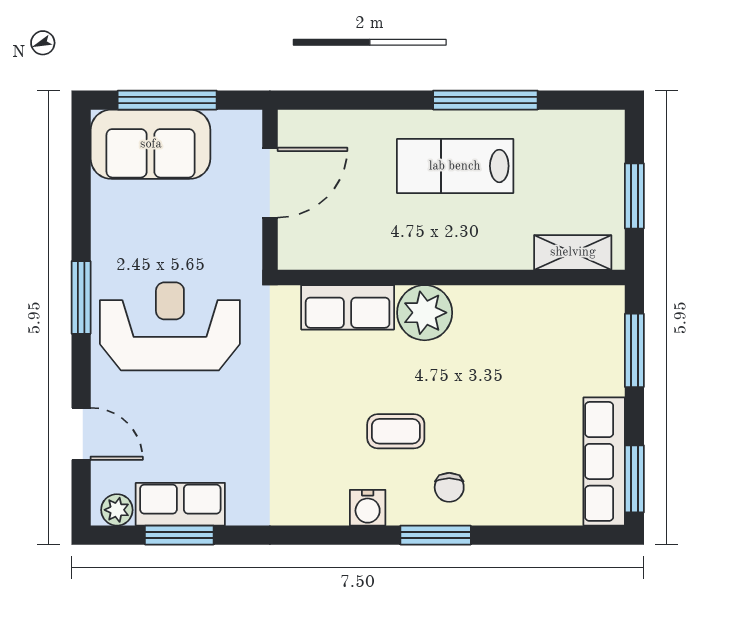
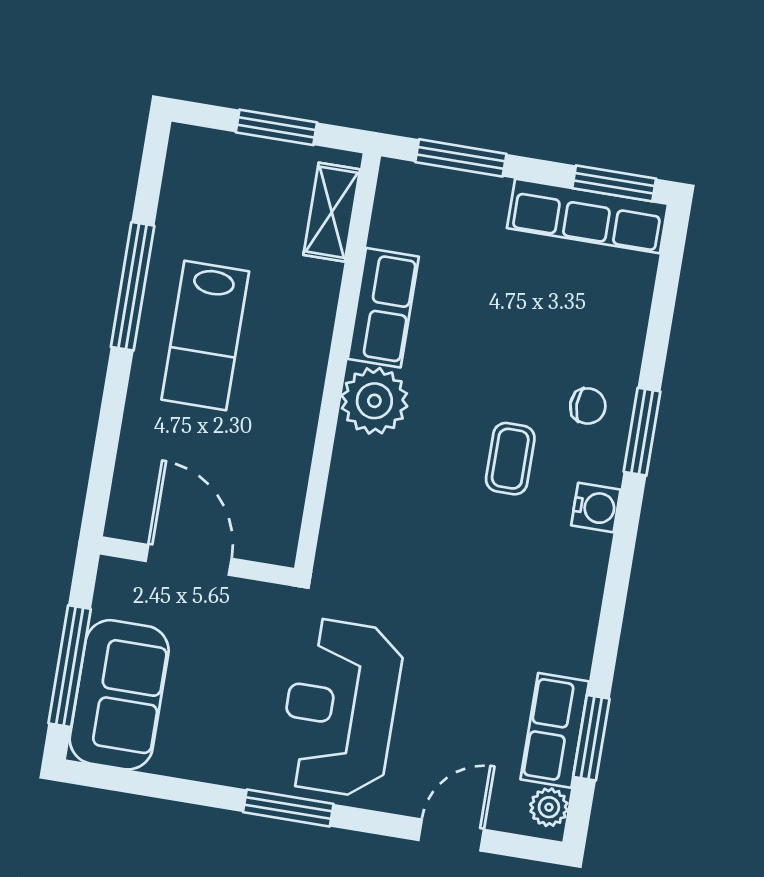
row of seats: (348, 307) -> (383, 308), moved

